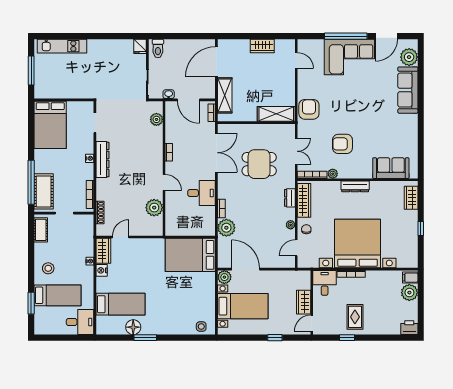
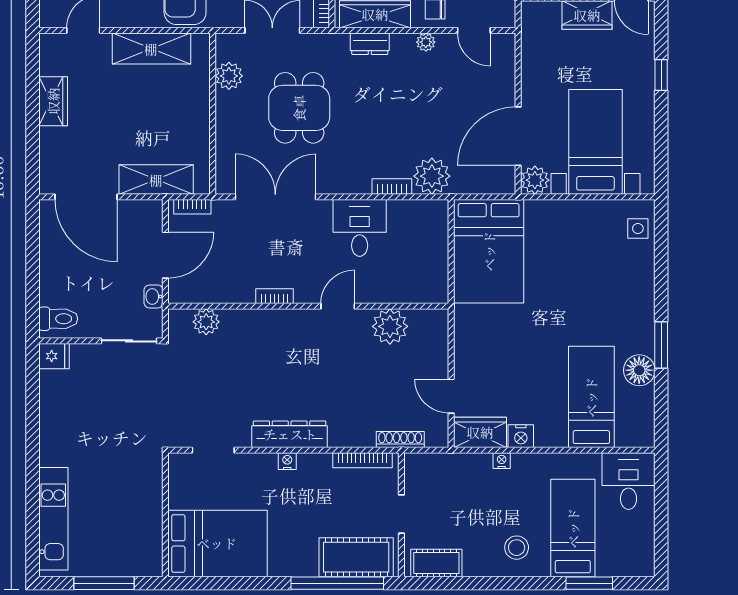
shelving: (276, 114) -> (151, 49), moved, turned 90
plant: (274, 130) -> (229, 76), added

